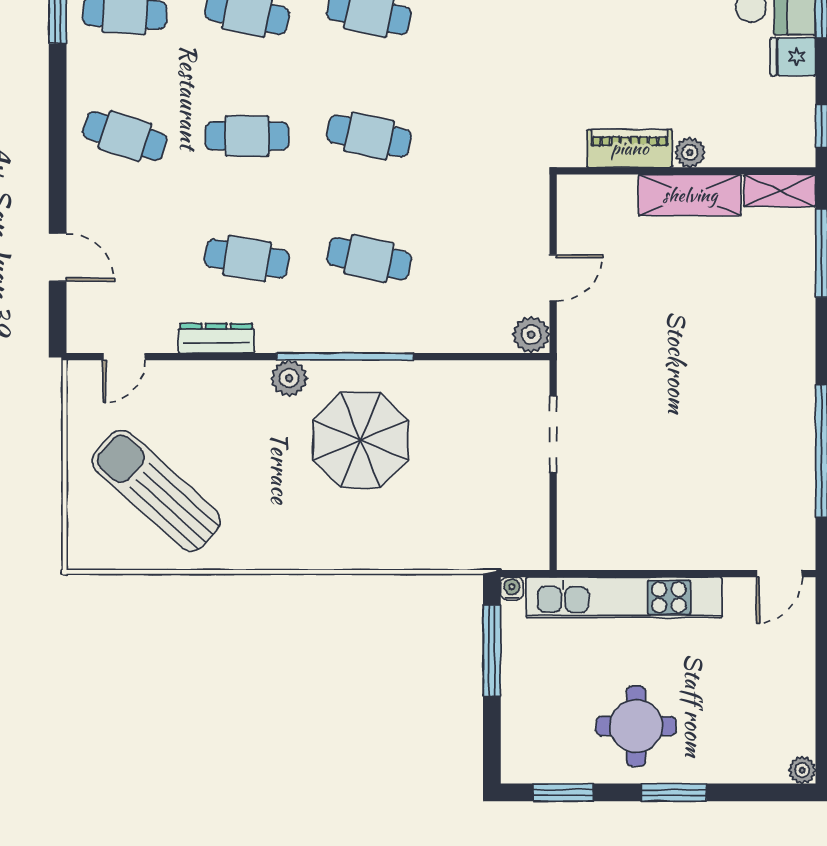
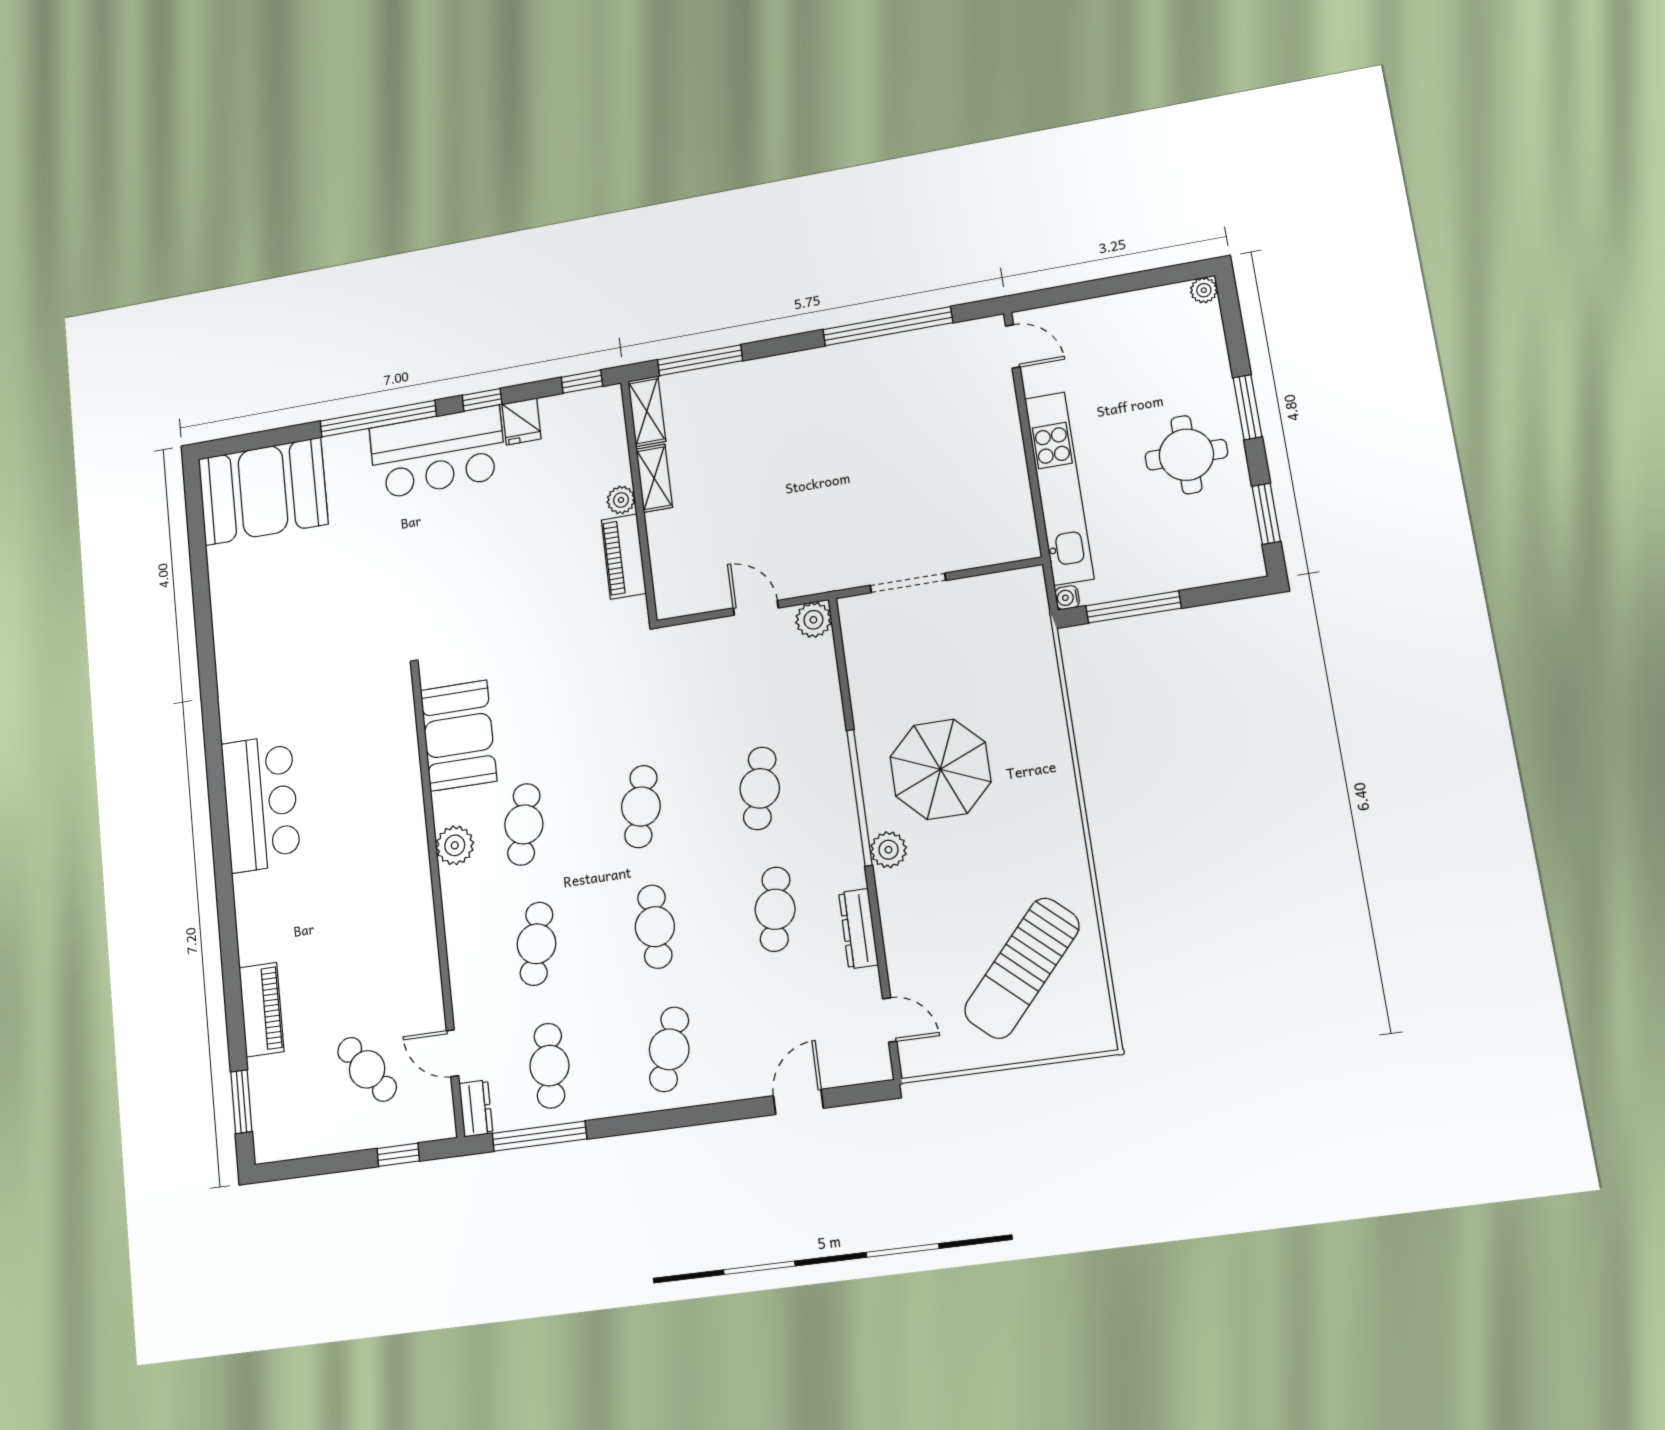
shelving: (690, 195) -> (654, 478), width x0.67, depth x0.75

